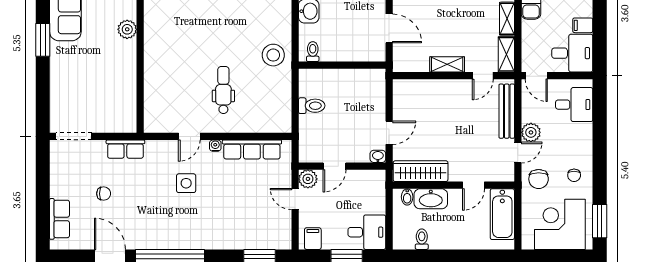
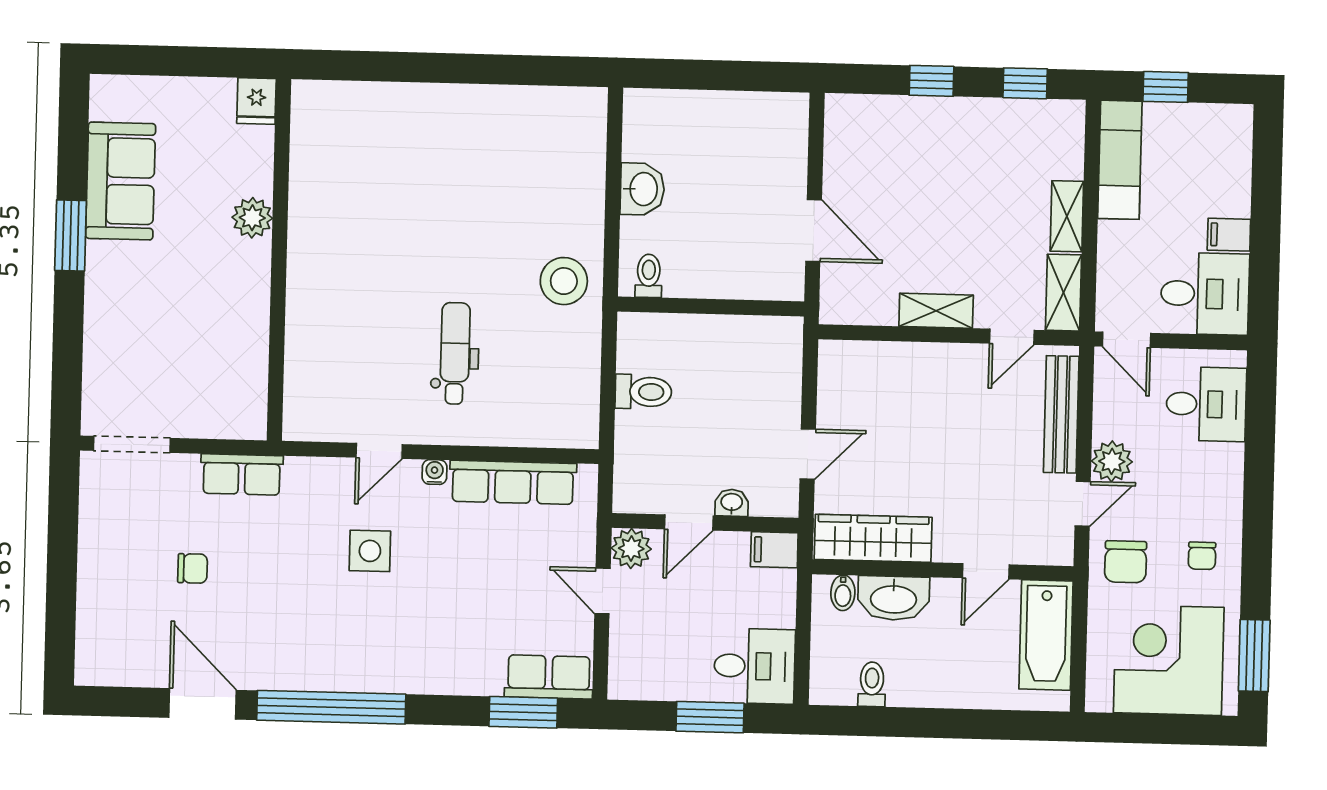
washbasin: (378, 156) -> (732, 503), moved
row of seats: (60, 219) -> (549, 677), moved, turned -90
filing cabinet: (313, 239) -> (774, 550), moved, turned -90

